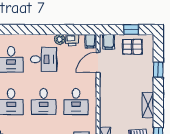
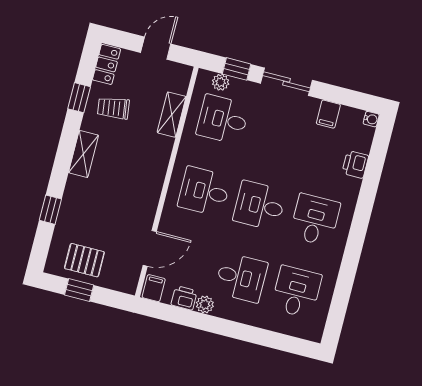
filing cabinet: (109, 42) -> (123, 279), removed
desk: (44, 59) -> (241, 278), turned 180
desk: (44, 102) -> (260, 206), turned -90
desk: (76, 102) -> (204, 191), turned -90

